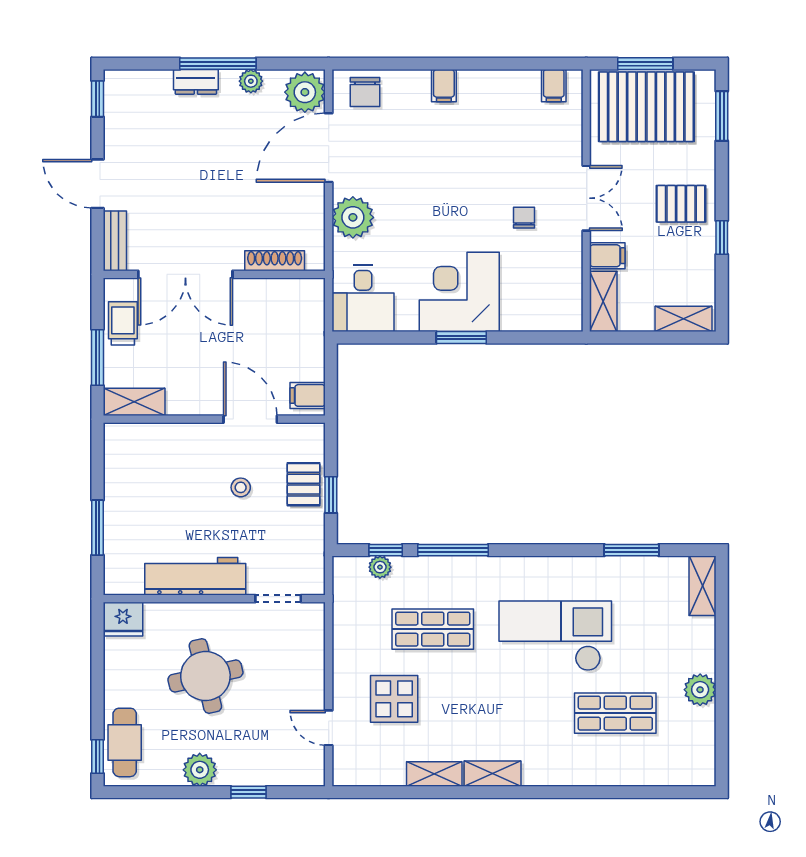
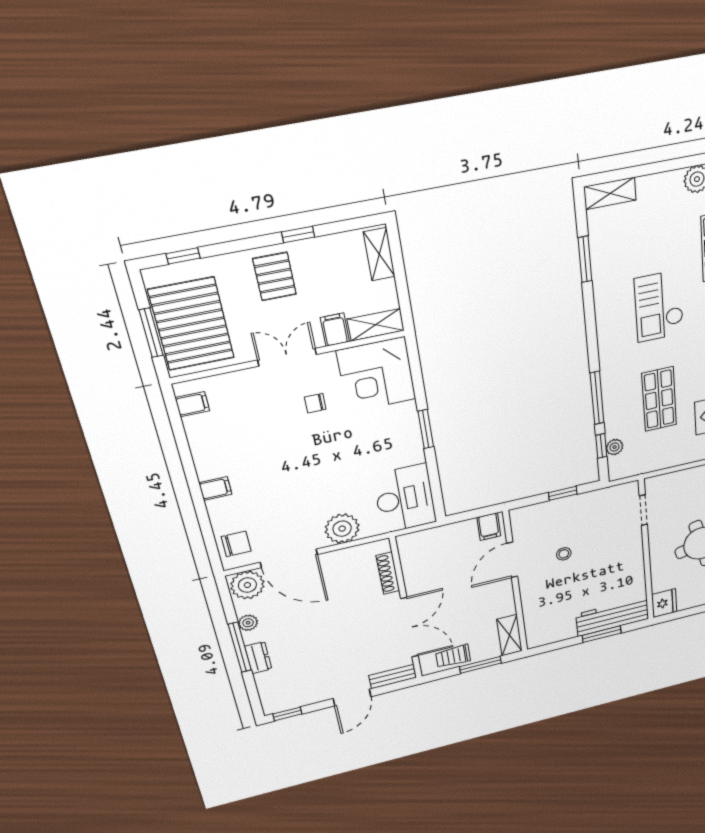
window: (722, 116) -> (183, 256), width x0.67
corner desk: (459, 292) -> (376, 375), moved
desk: (363, 298) -> (405, 499), width x1.37
pallet: (304, 484) -> (557, 514), removed
workbench: (195, 576) -> (612, 617), moved, turned 90
checkout: (555, 636) -> (659, 306), width x0.73, depth x0.83

